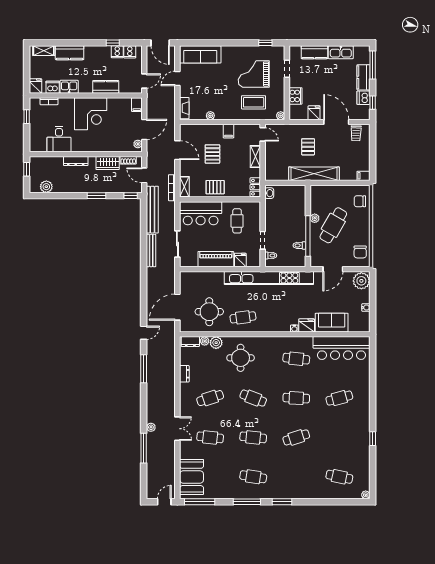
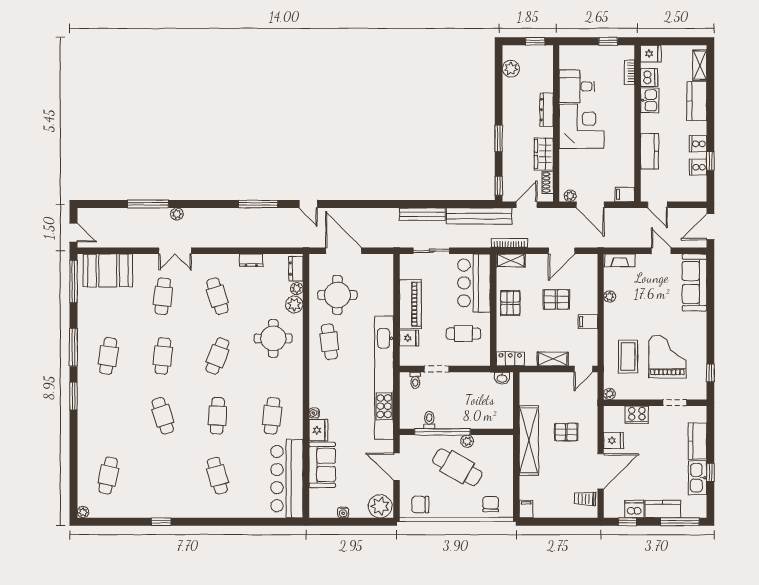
window: (337, 43) -> (710, 472), added
cooker: (130, 52) -> (698, 144), moved
corner desk: (91, 114) -> (581, 126), moved, turned 180

